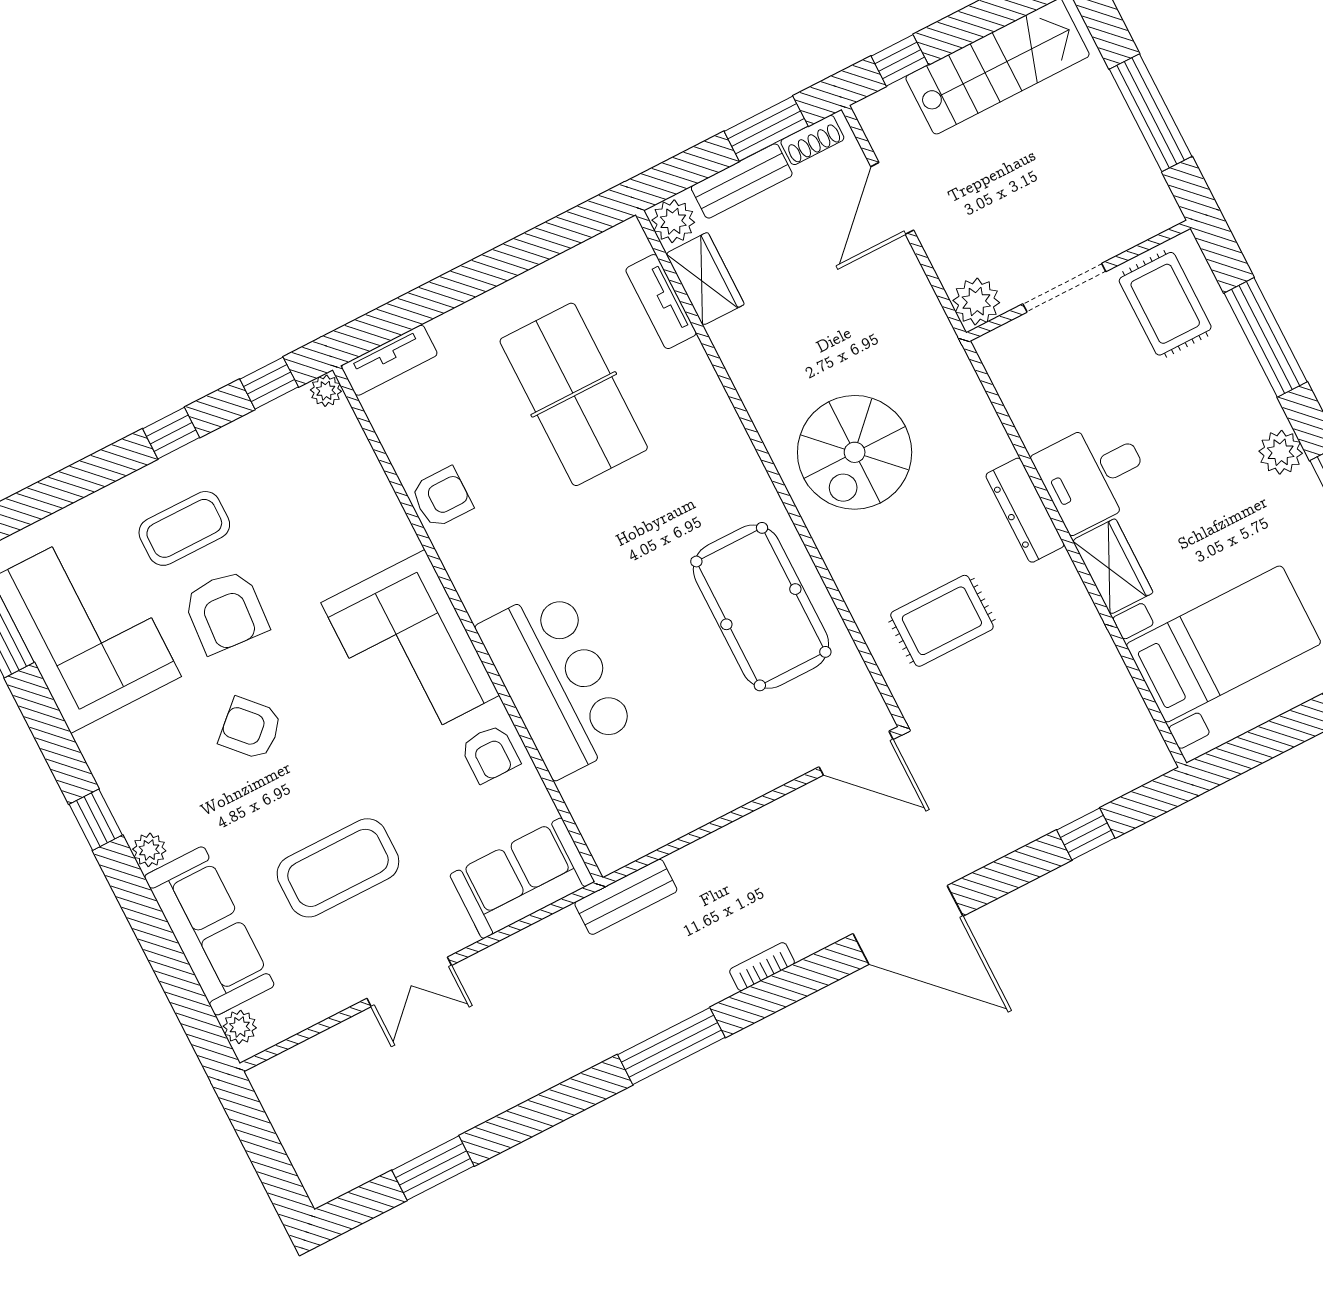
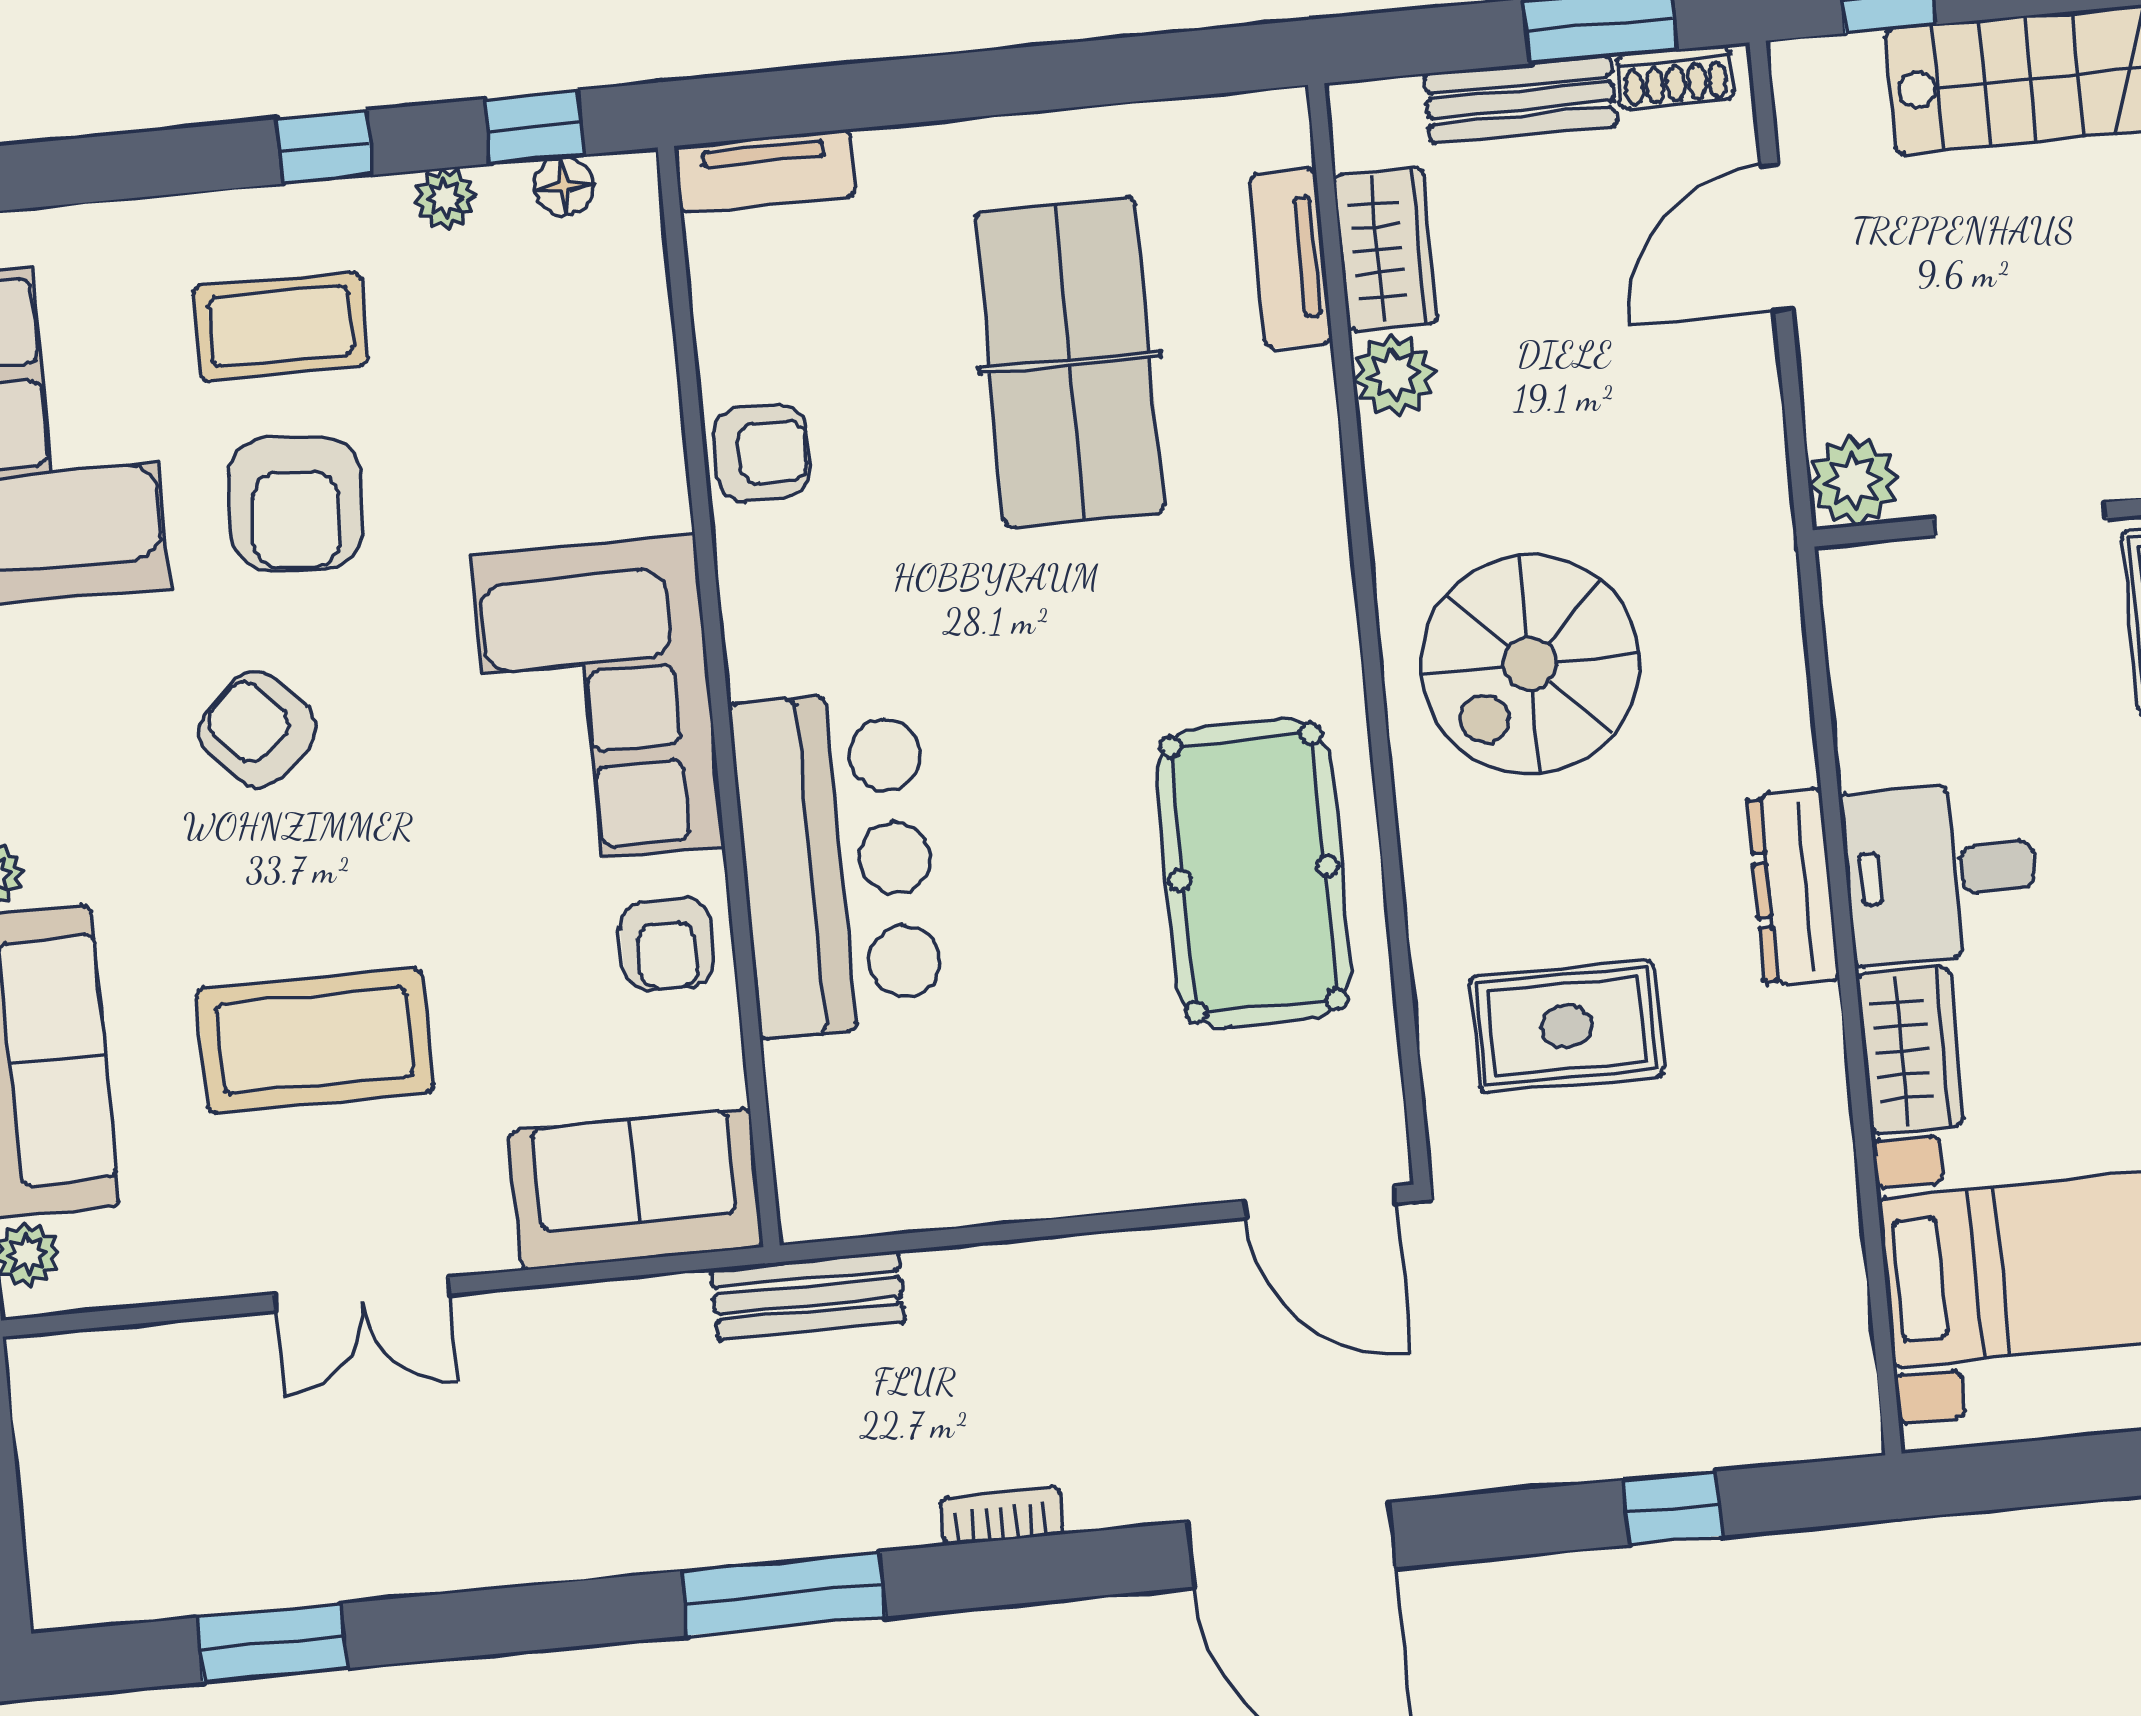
plant: (673, 221) -> (1394, 375), moved
plant: (326, 391) -> (445, 198), moved
floor lamp: (295, 406) -> (564, 186), added

